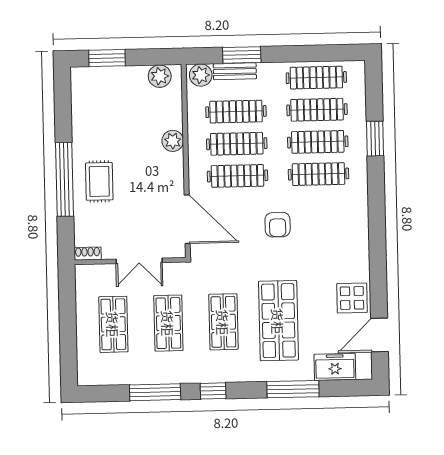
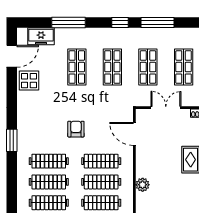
window: (375, 139) -> (12, 140), moved
door: (187, 219) -> (134, 134), width x0.73
shop shelf: (278, 321) -> (77, 67), width x0.70, depth x0.74

